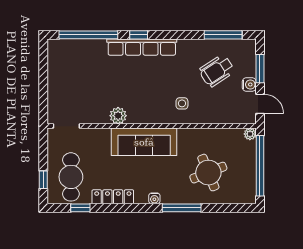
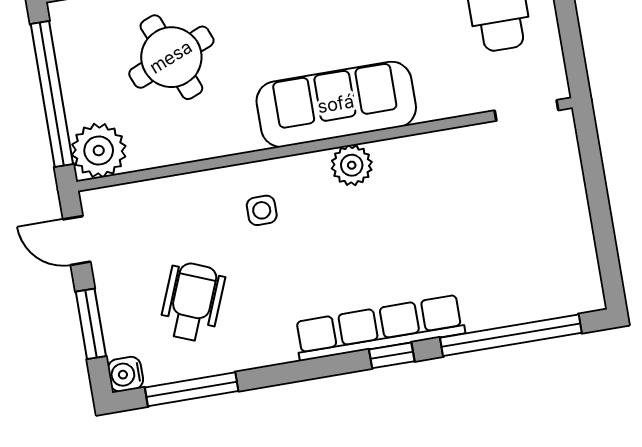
wheelchair: (217, 71) -> (192, 302), turned -35
water cooler: (249, 85) -> (126, 374), moved
plant: (118, 116) -> (352, 165), moved
plant: (250, 134) -> (99, 151), width x1.88, depth x1.88

